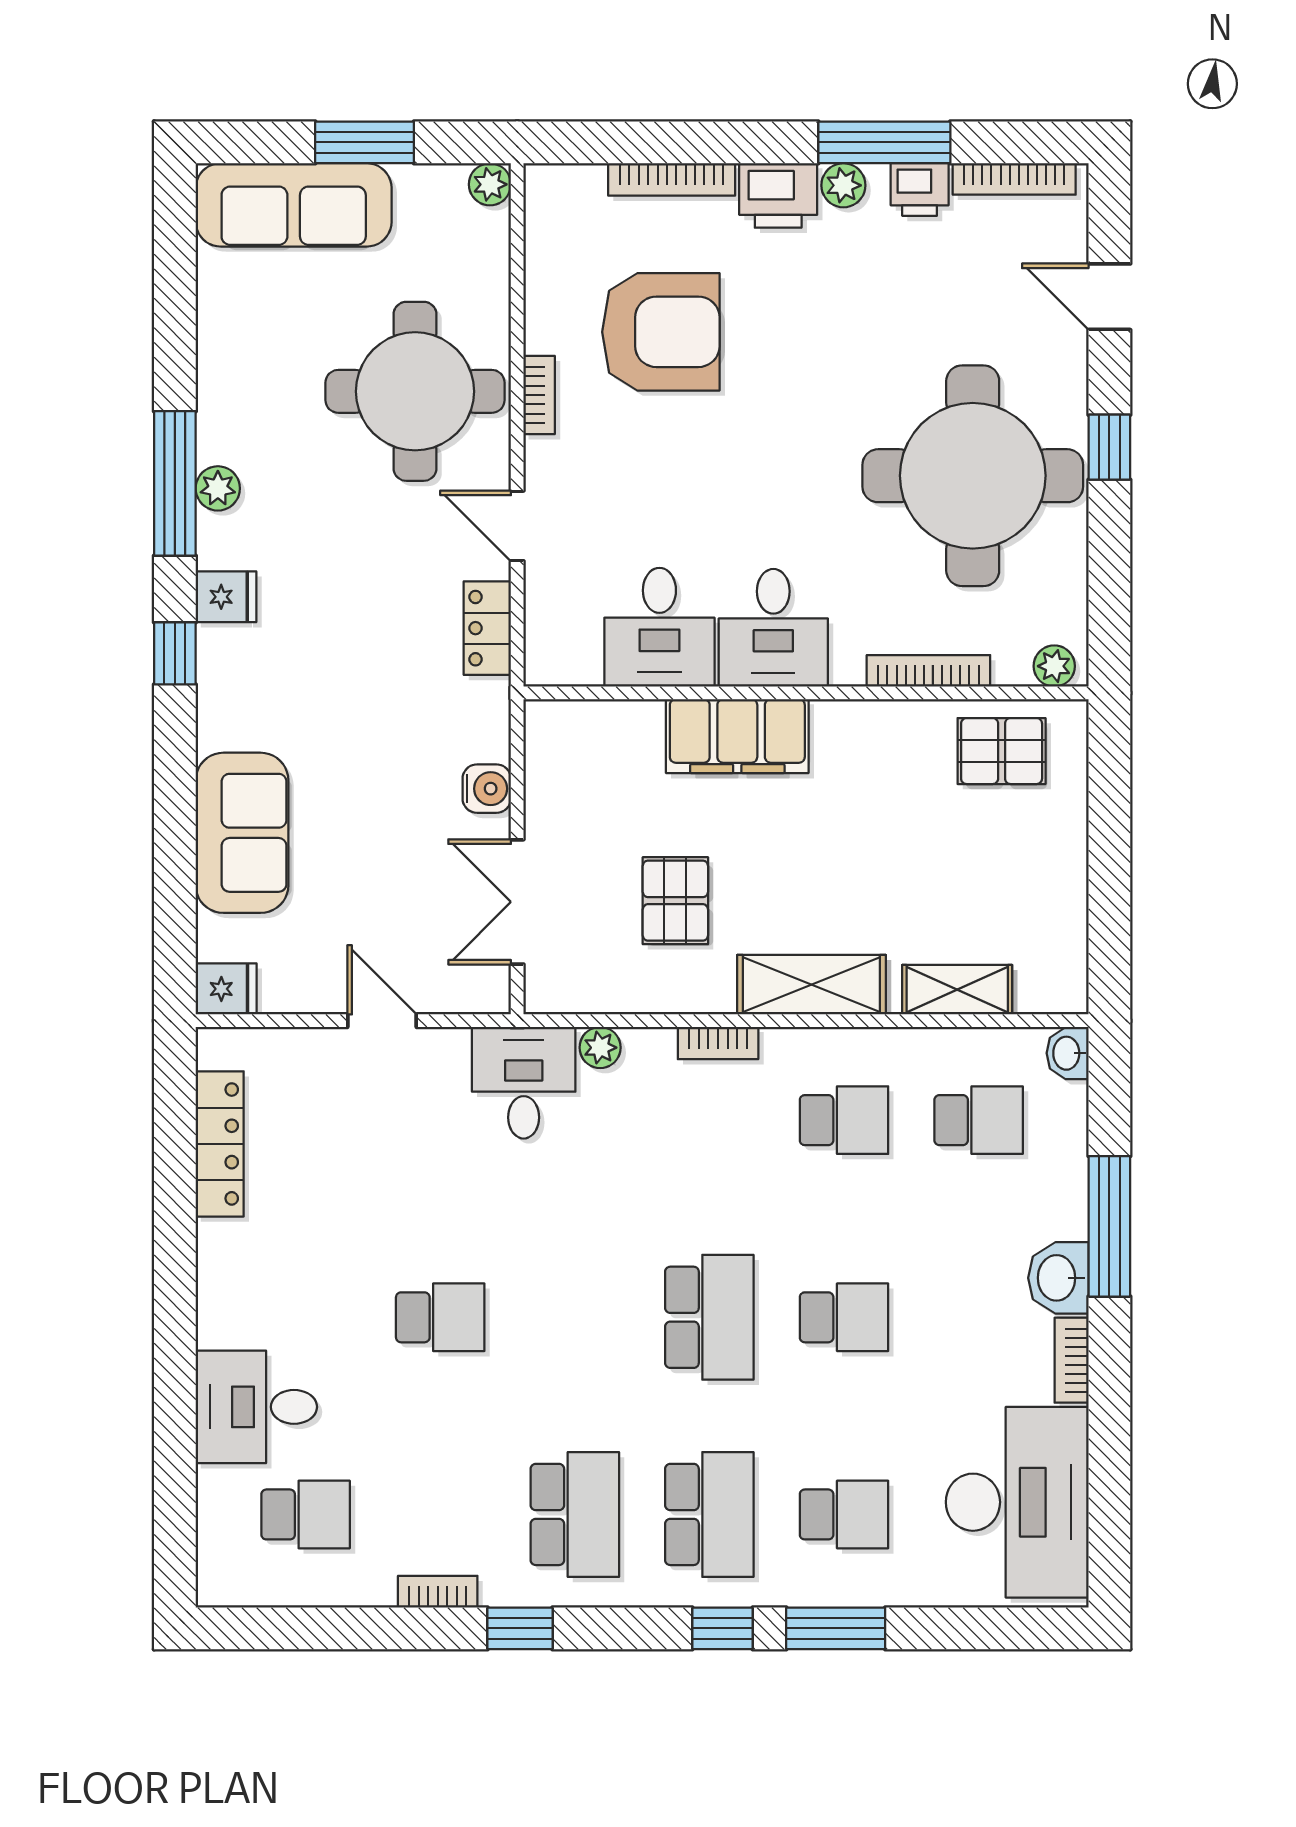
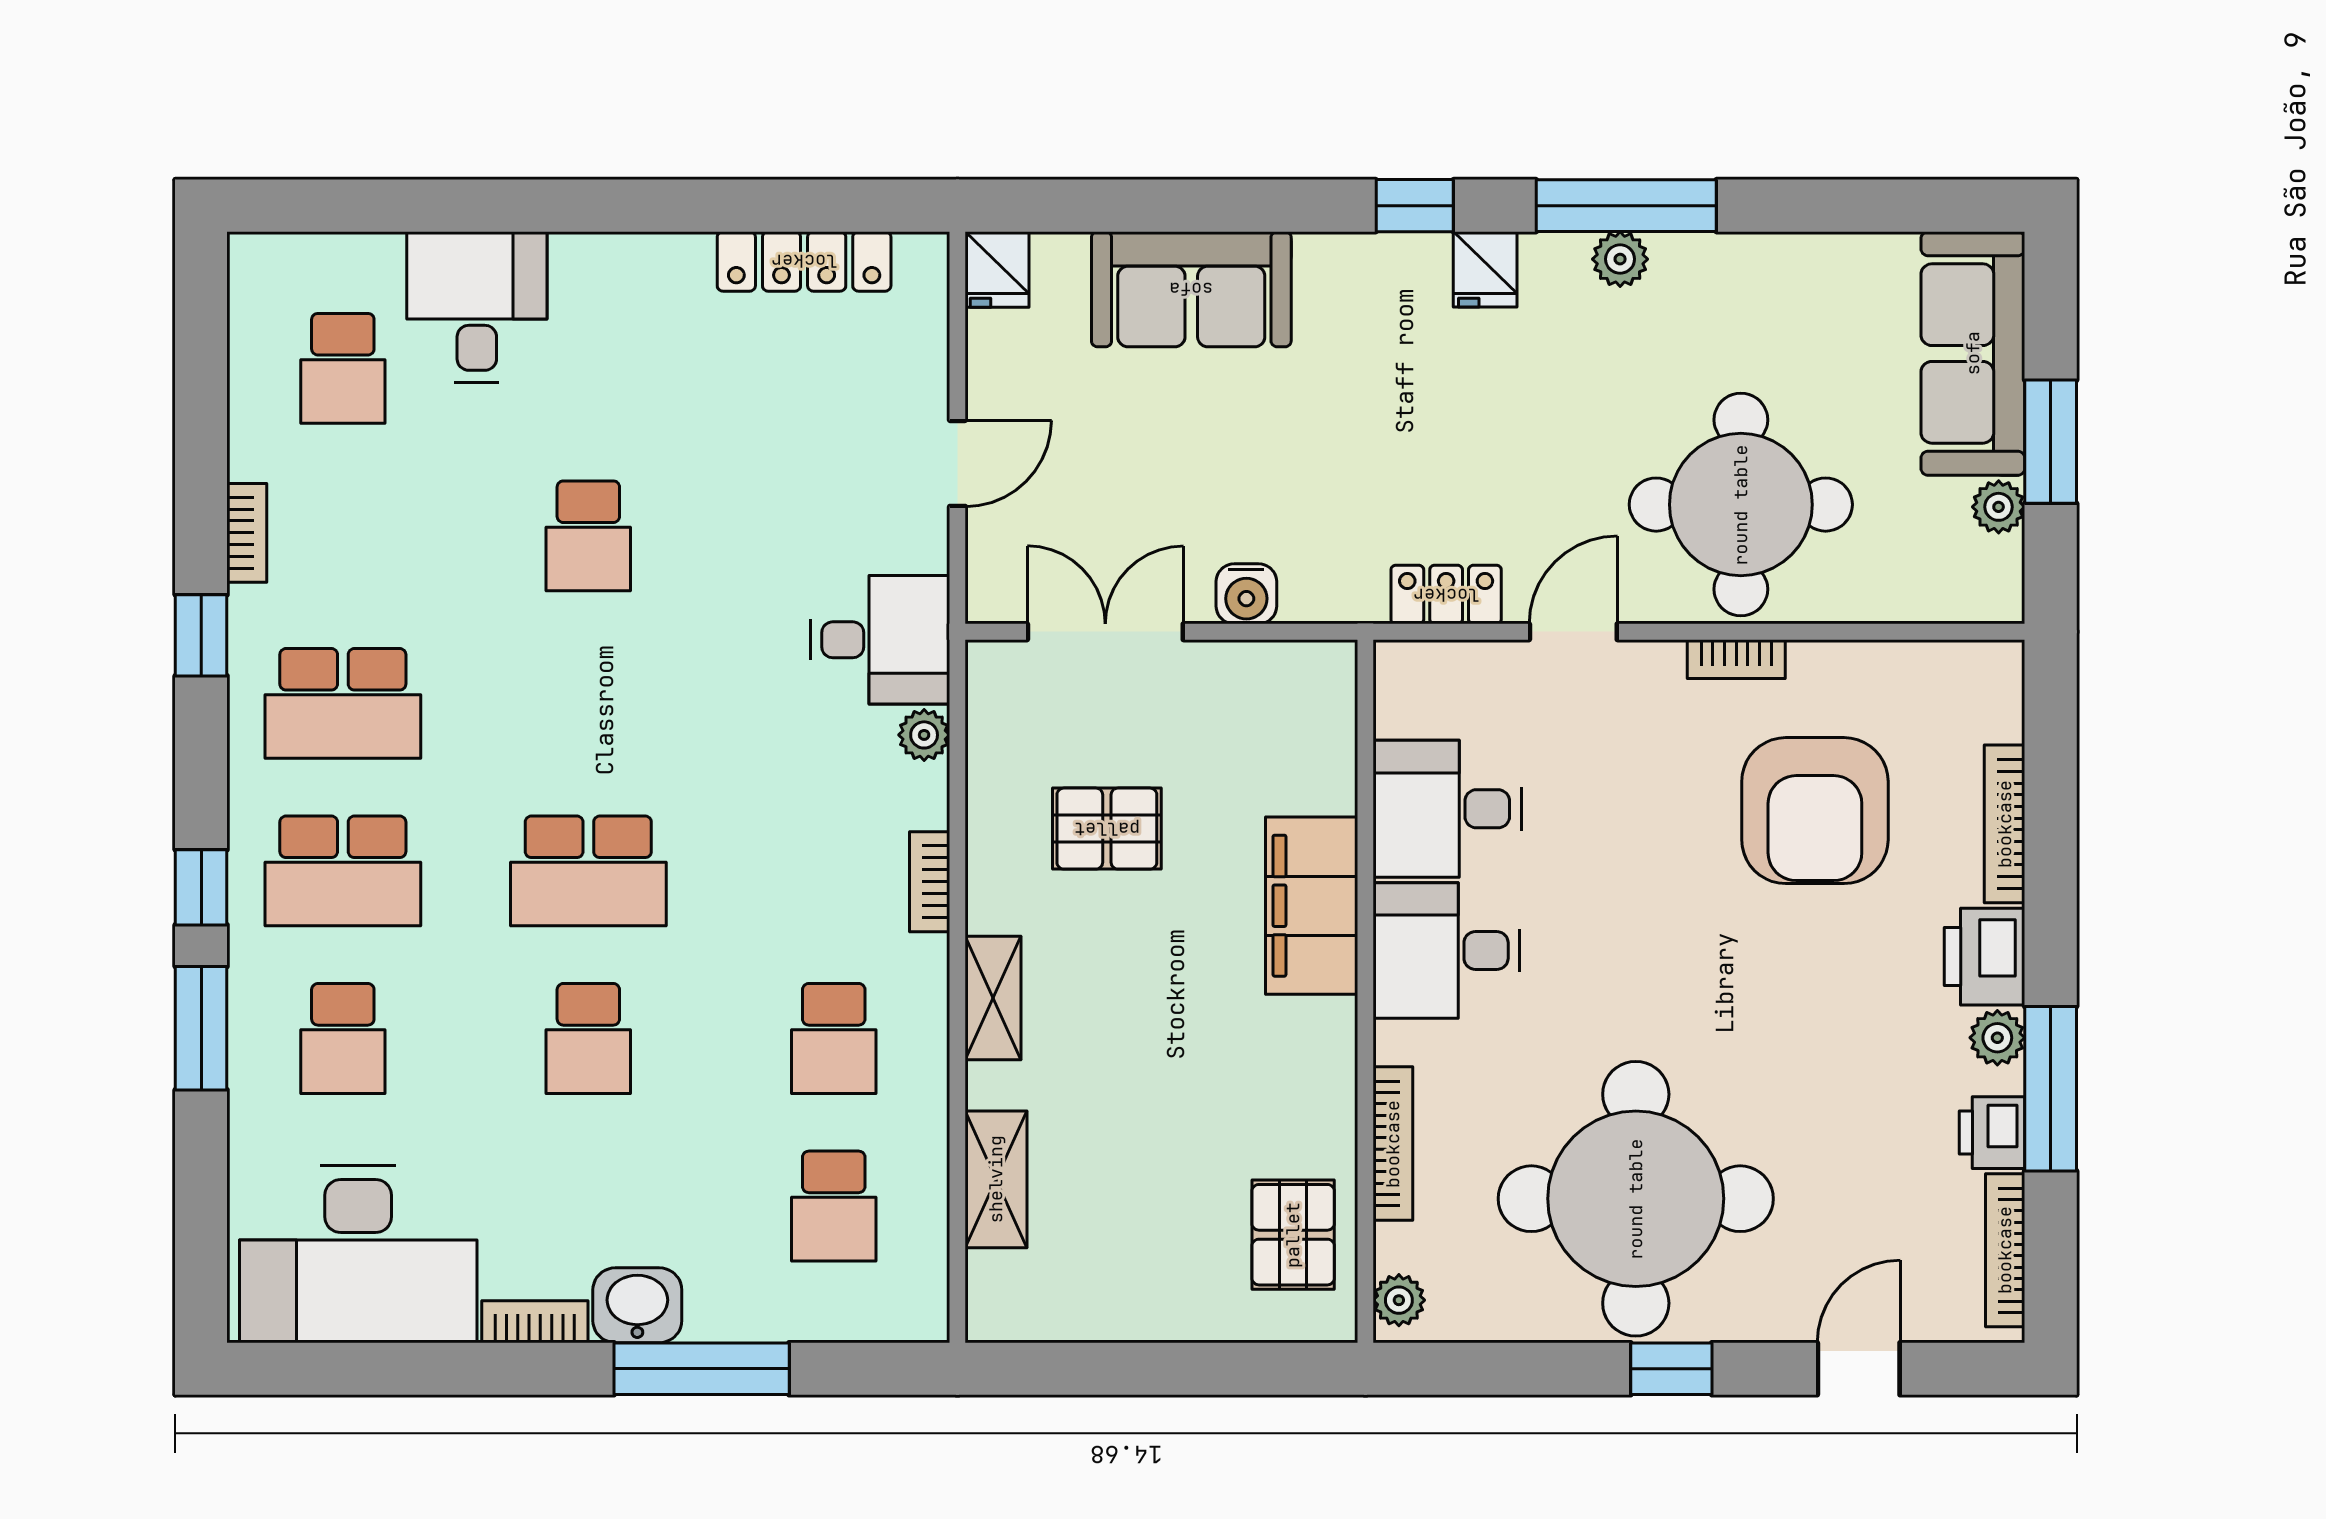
plant: (490, 184) -> (1999, 507), moved
shelving: (811, 985) -> (993, 998), width x0.67, depth x0.75
washbasin: (1068, 1053) -> (917, 1317), removed

